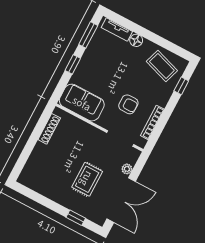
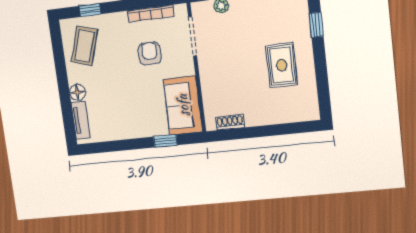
window: (88, 35) -> (107, 147), removed
window: (73, 64) -> (165, 141), moved
shoe rack: (49, 129) -> (230, 122), width x0.70
rug: (87, 179) -> (282, 65), moved, turned 90

